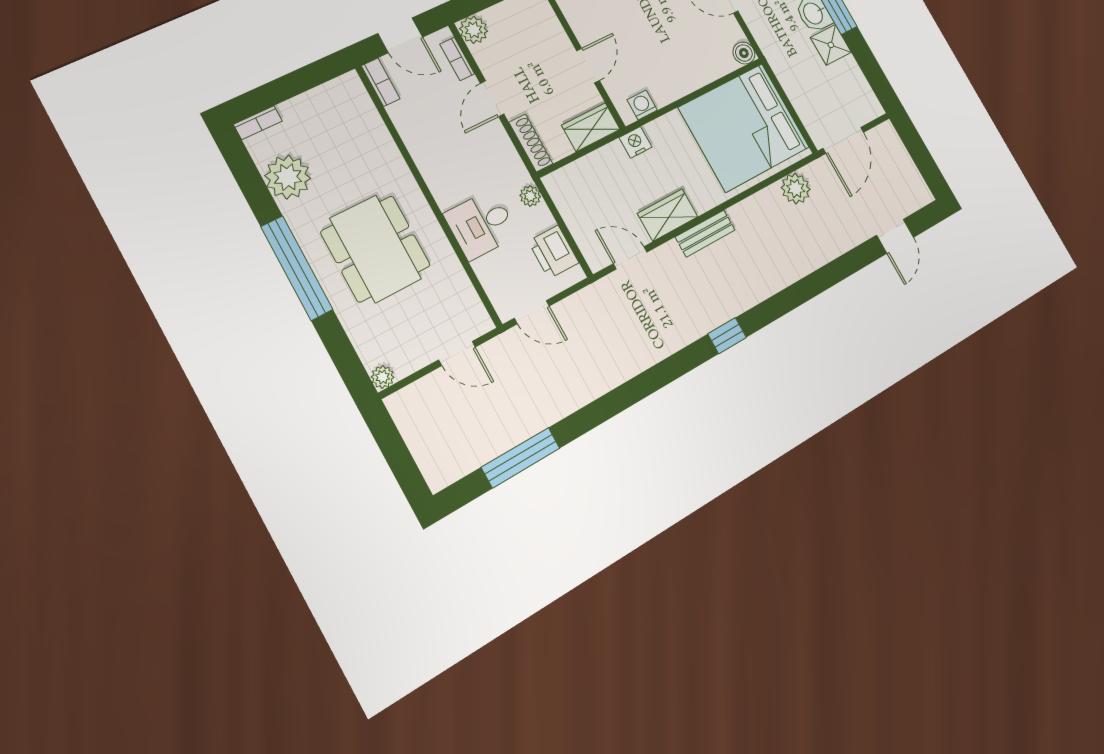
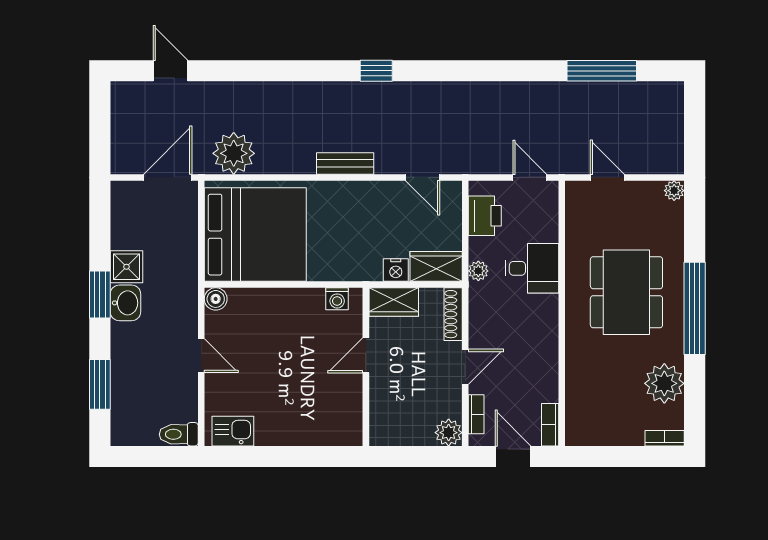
nightstand: (636, 142) -> (396, 270), moved
plant: (796, 188) -> (234, 153), width x1.36, depth x1.36
wardrobe: (668, 215) -> (436, 266), moved, turned 180
door: (895, 236) -> (170, 71), hinge flipped

